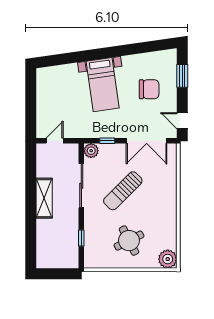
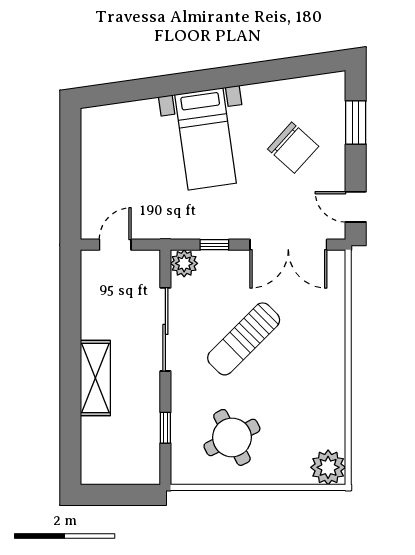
chair: (149, 89) -> (293, 148), turned 42
shelving: (44, 198) -> (95, 378), moved
round table: (129, 241) -> (232, 437), moved

